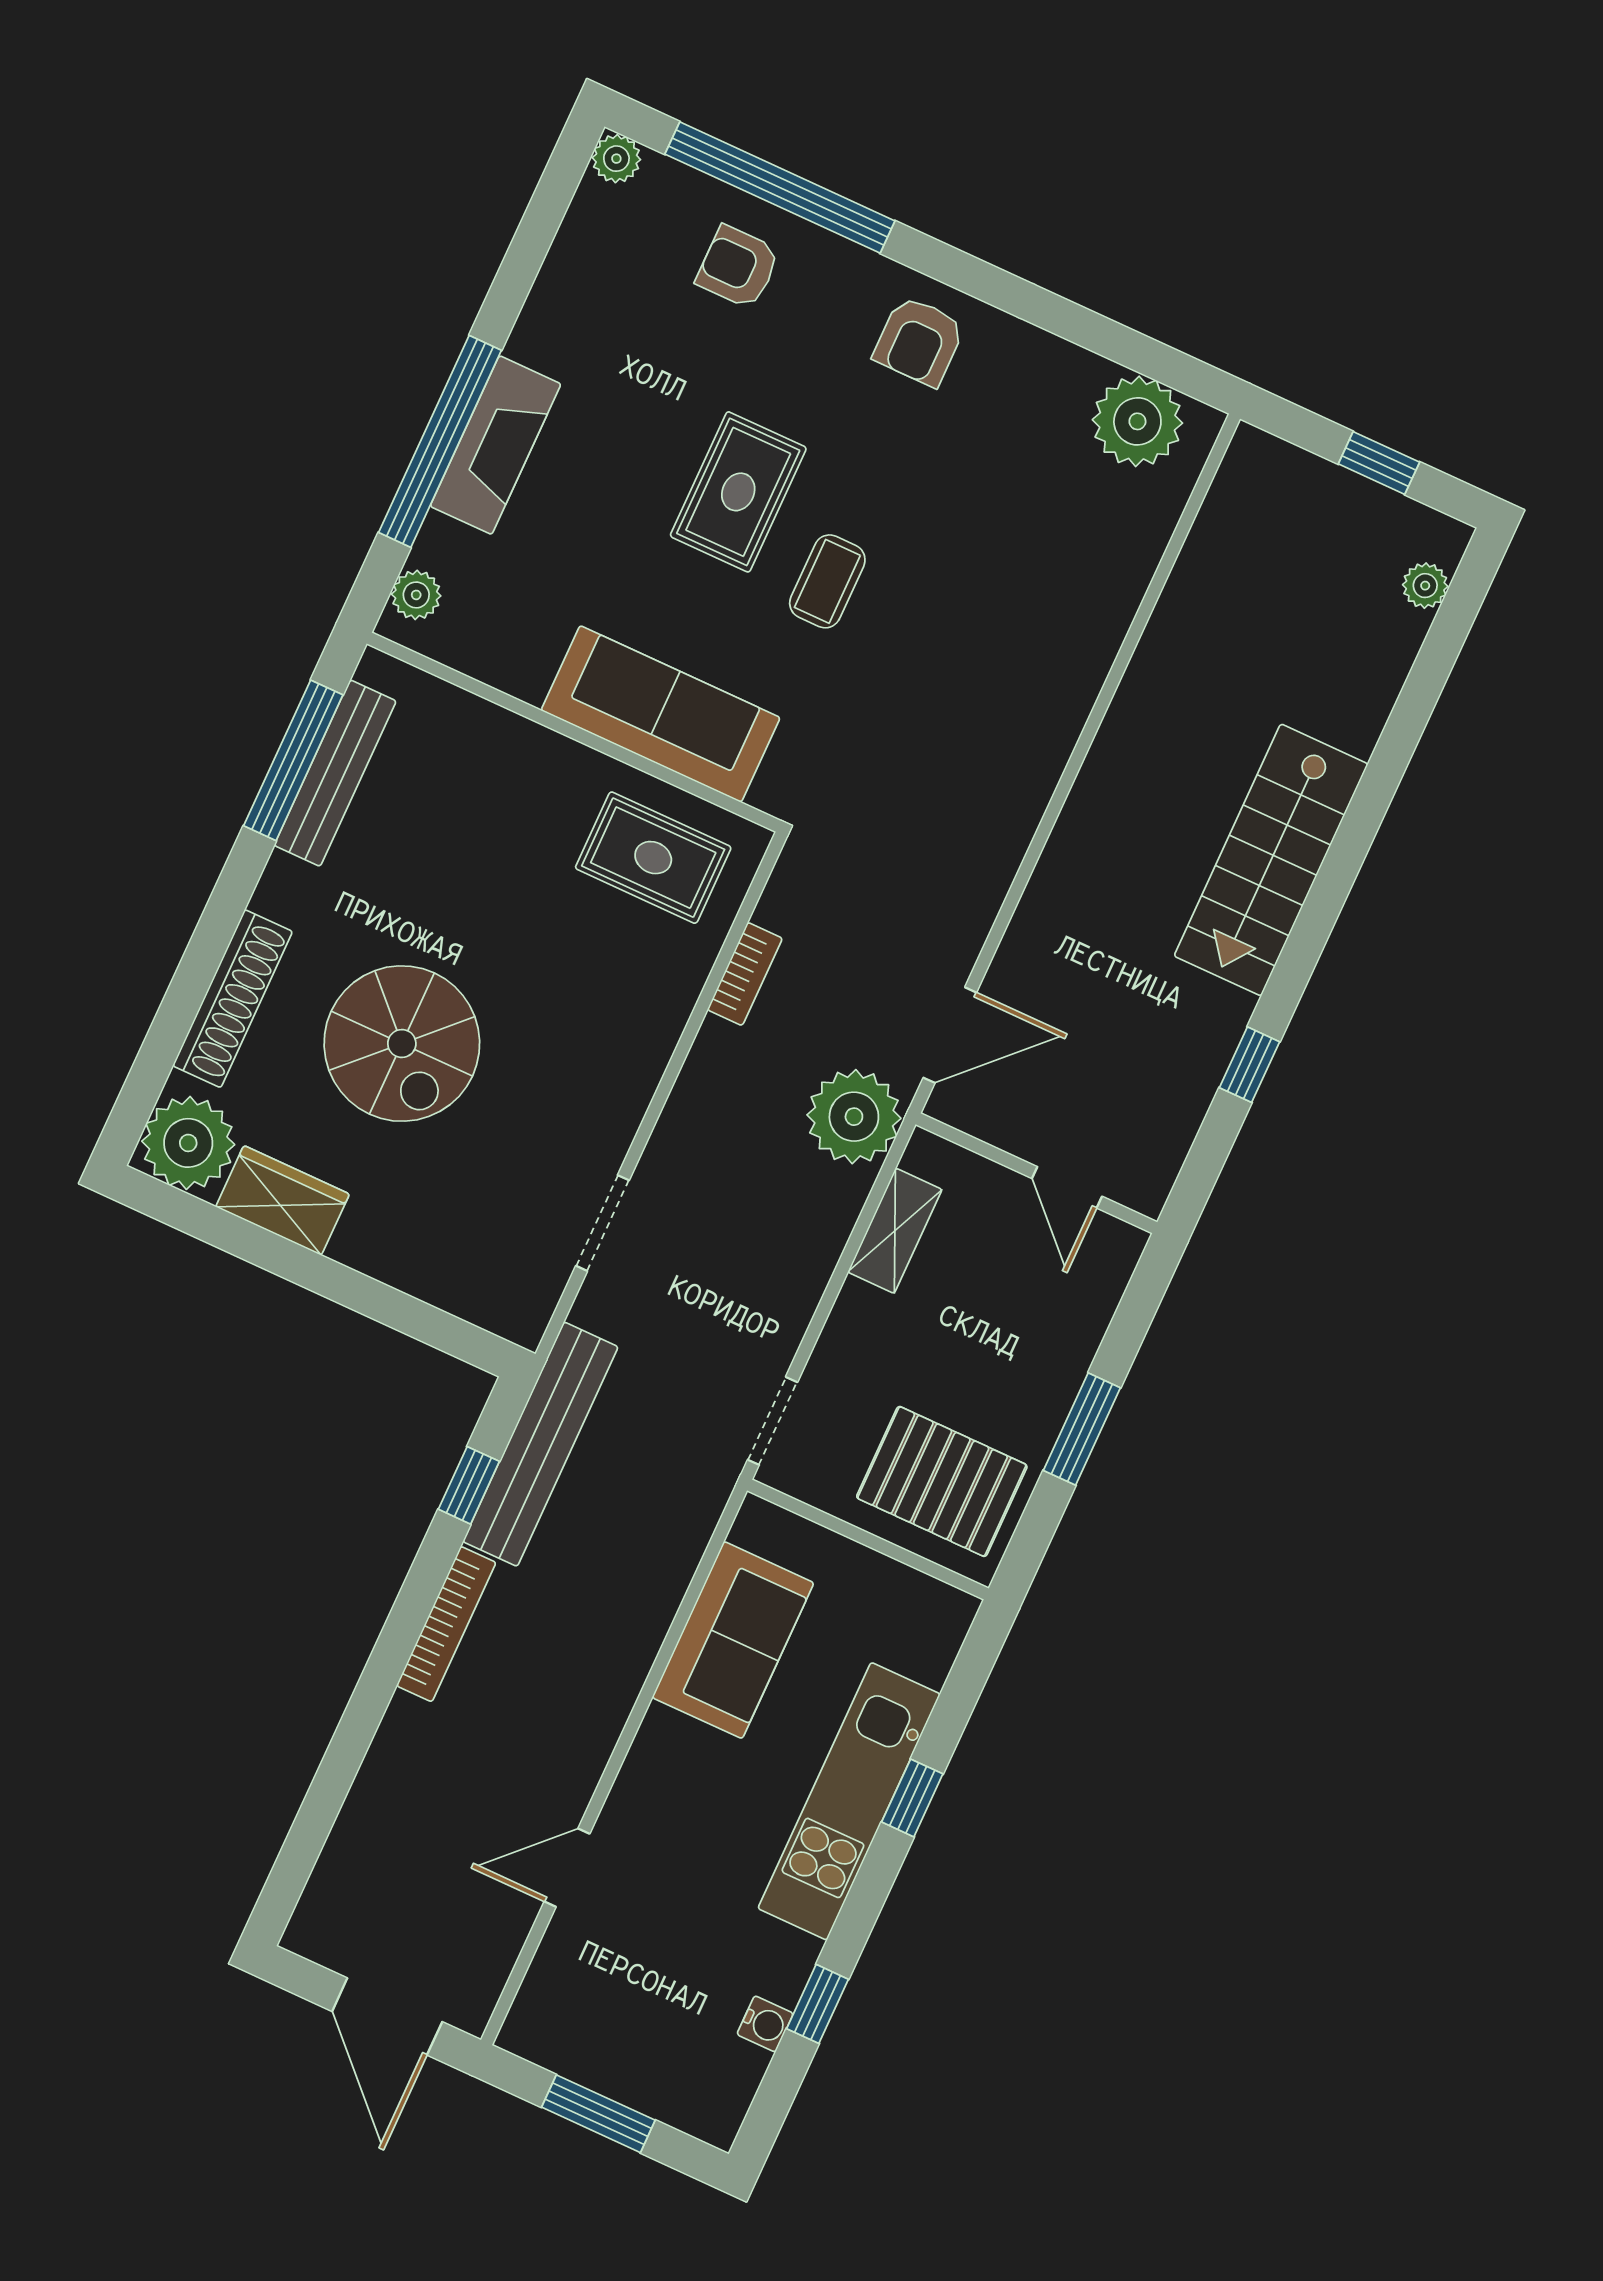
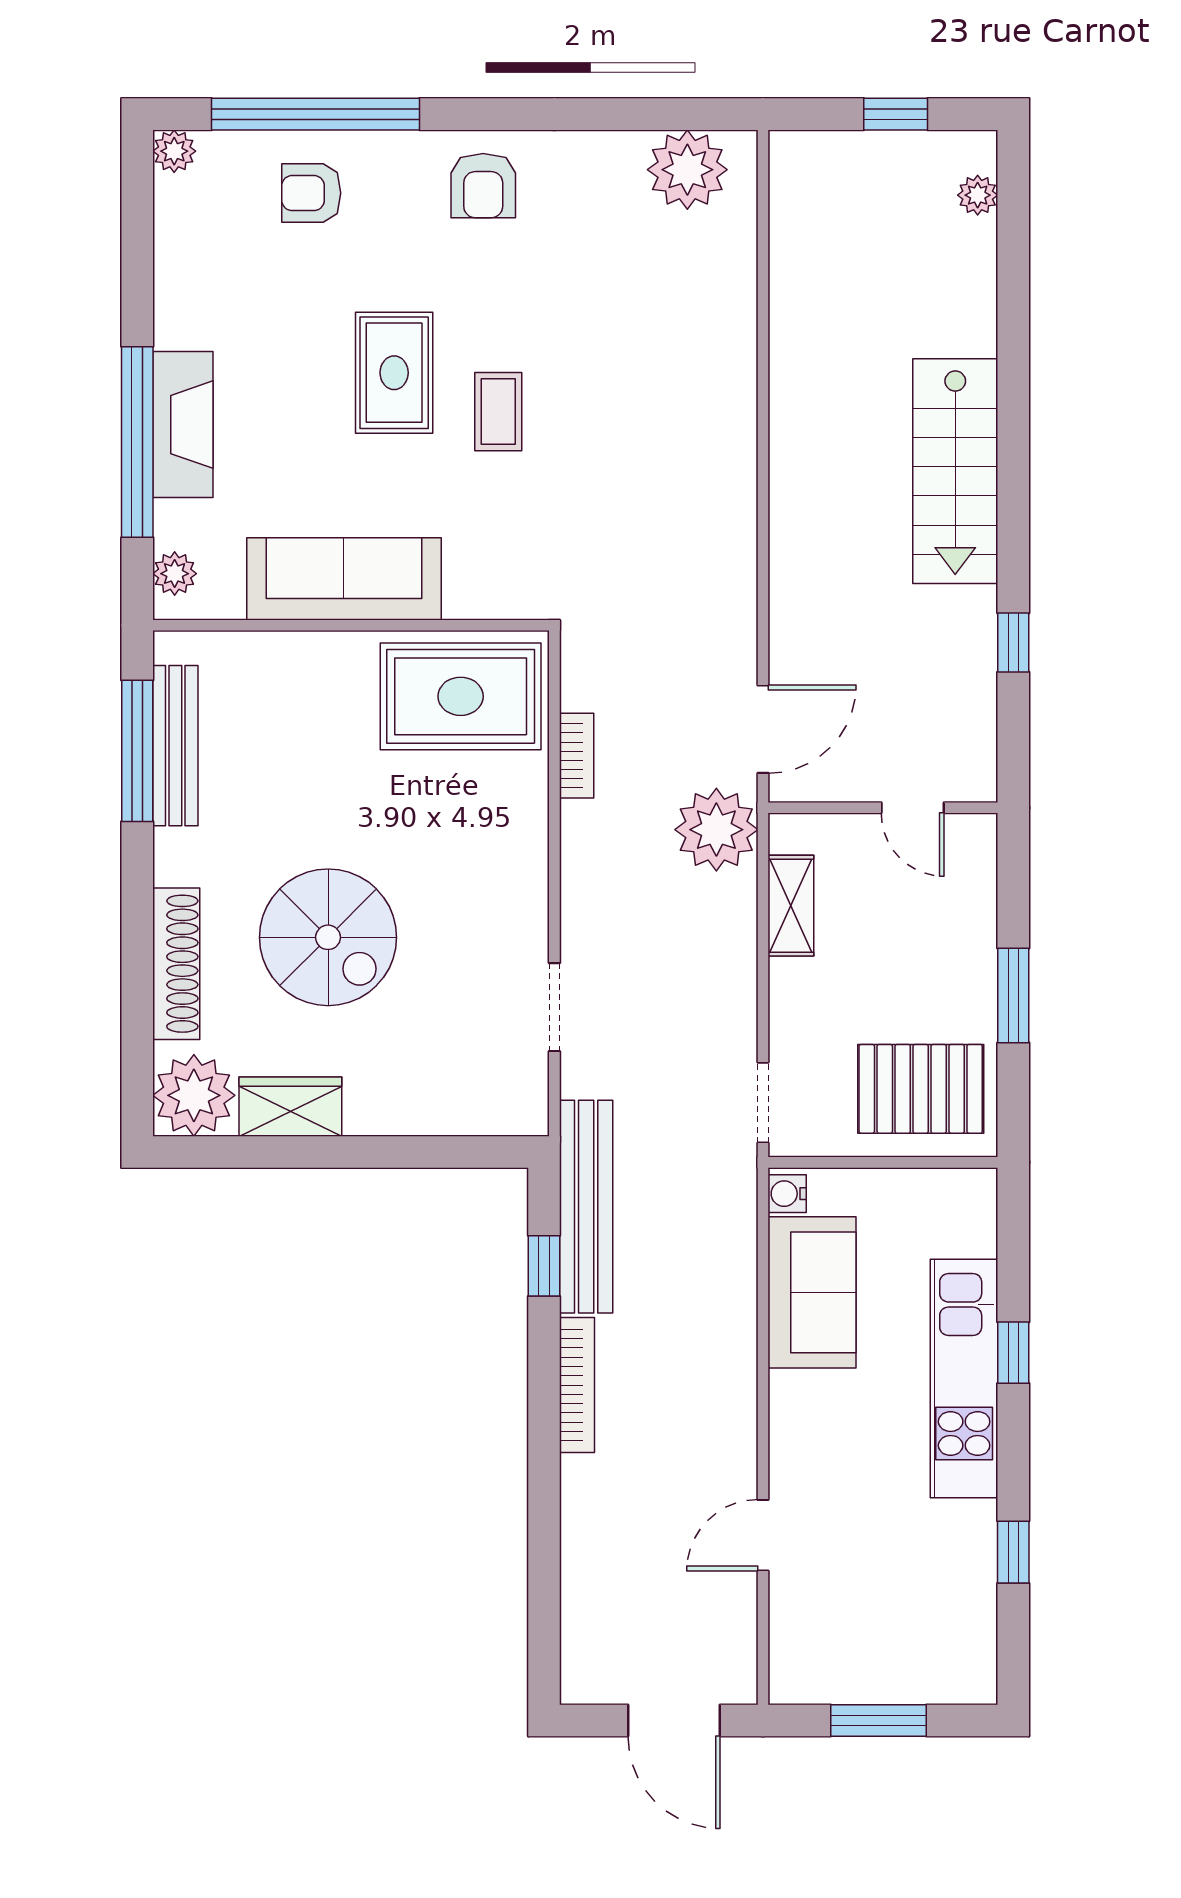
sofa: (661, 714) -> (344, 579), moved
rug: (653, 858) -> (461, 696), width x1.36, depth x1.43
water cooler: (765, 2024) -> (787, 1194), moved, turned 180

